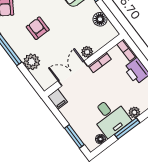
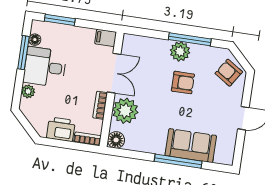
floor lamp: (100, 19) -> (116, 140), moved
plant: (87, 52) -> (125, 111), width x1.88, depth x1.88
plant: (32, 62) -> (180, 51), moved
window: (127, 129) -> (23, 53), moved

